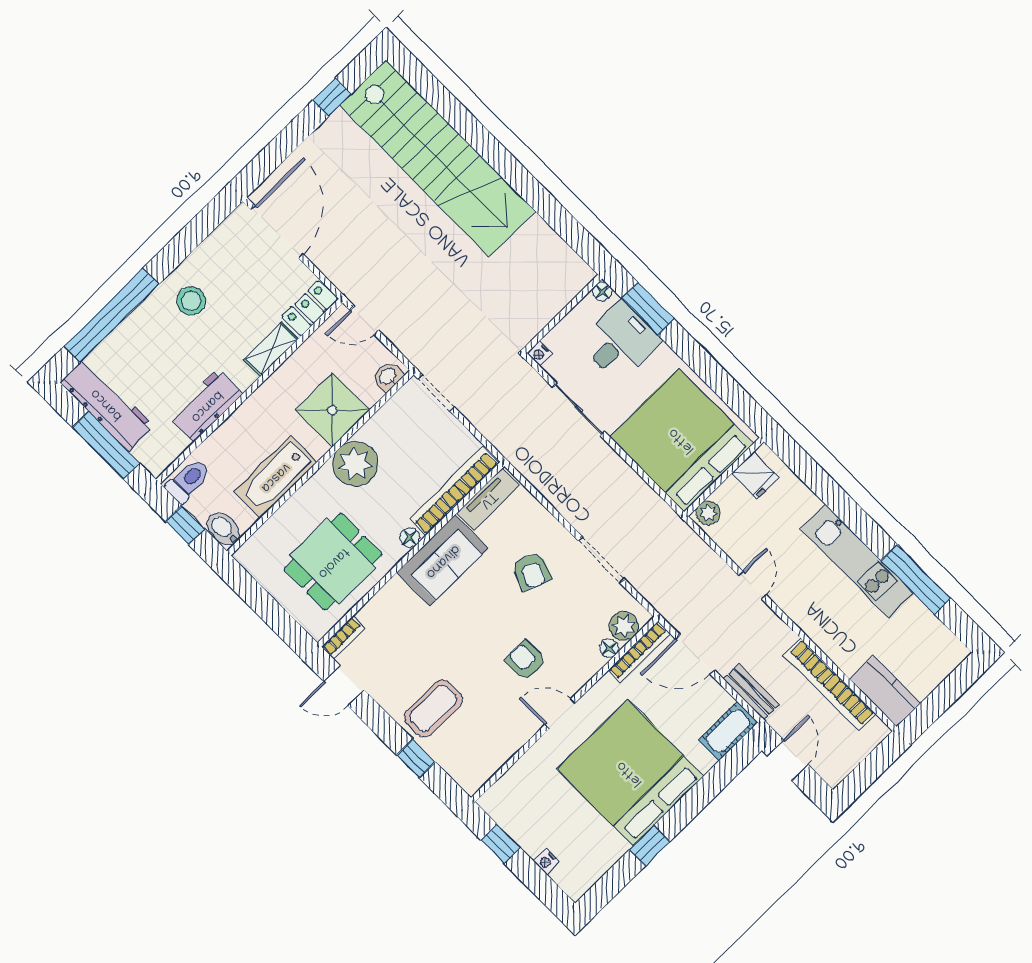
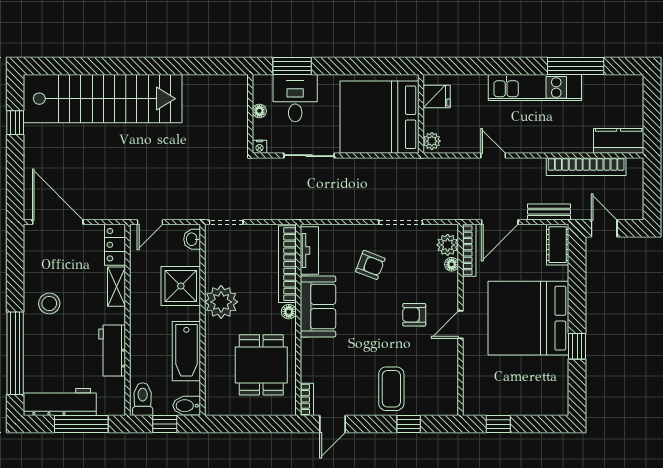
floor lamp: (602, 292) -> (259, 111), moved
nightstand: (546, 861) -> (531, 409), removed

